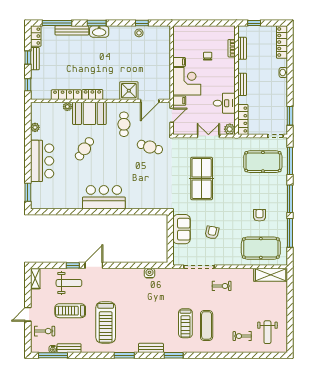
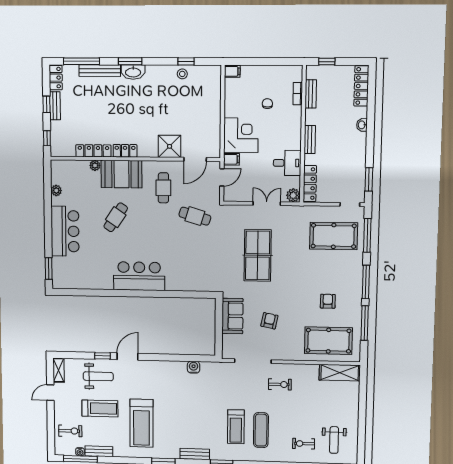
filing cabinet: (179, 62) -> (232, 71), moved
treadmill: (70, 311) -> (100, 408), turned 180
door: (28, 314) -> (50, 393), moved

